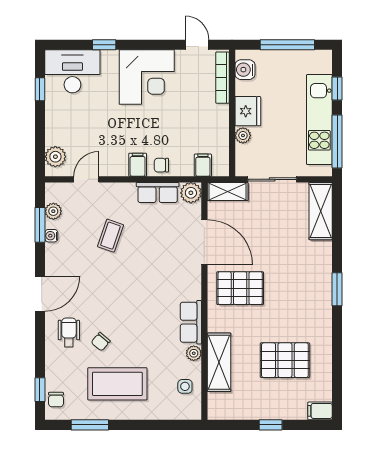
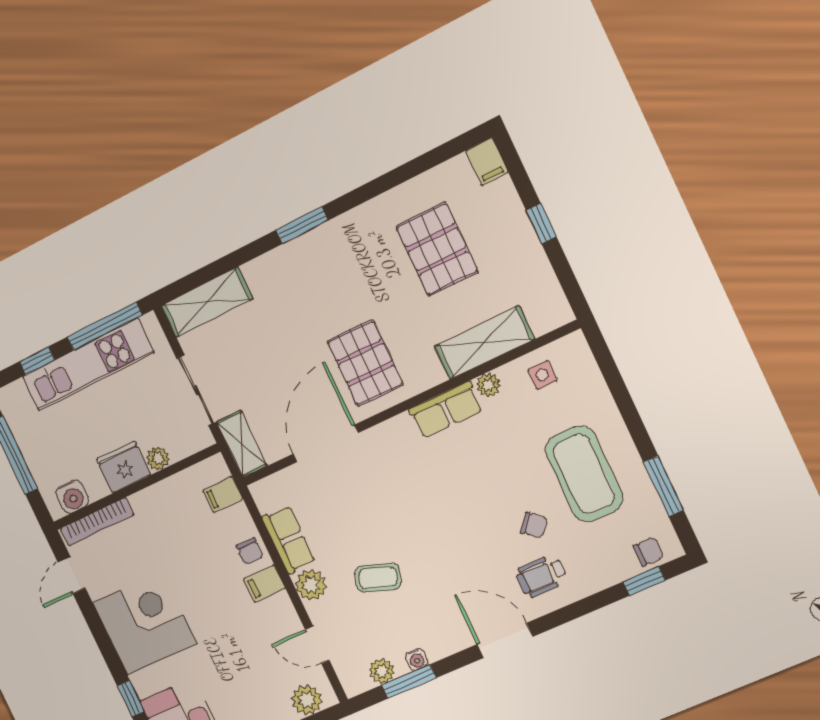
plant: (191, 193) -> (311, 585), moved

